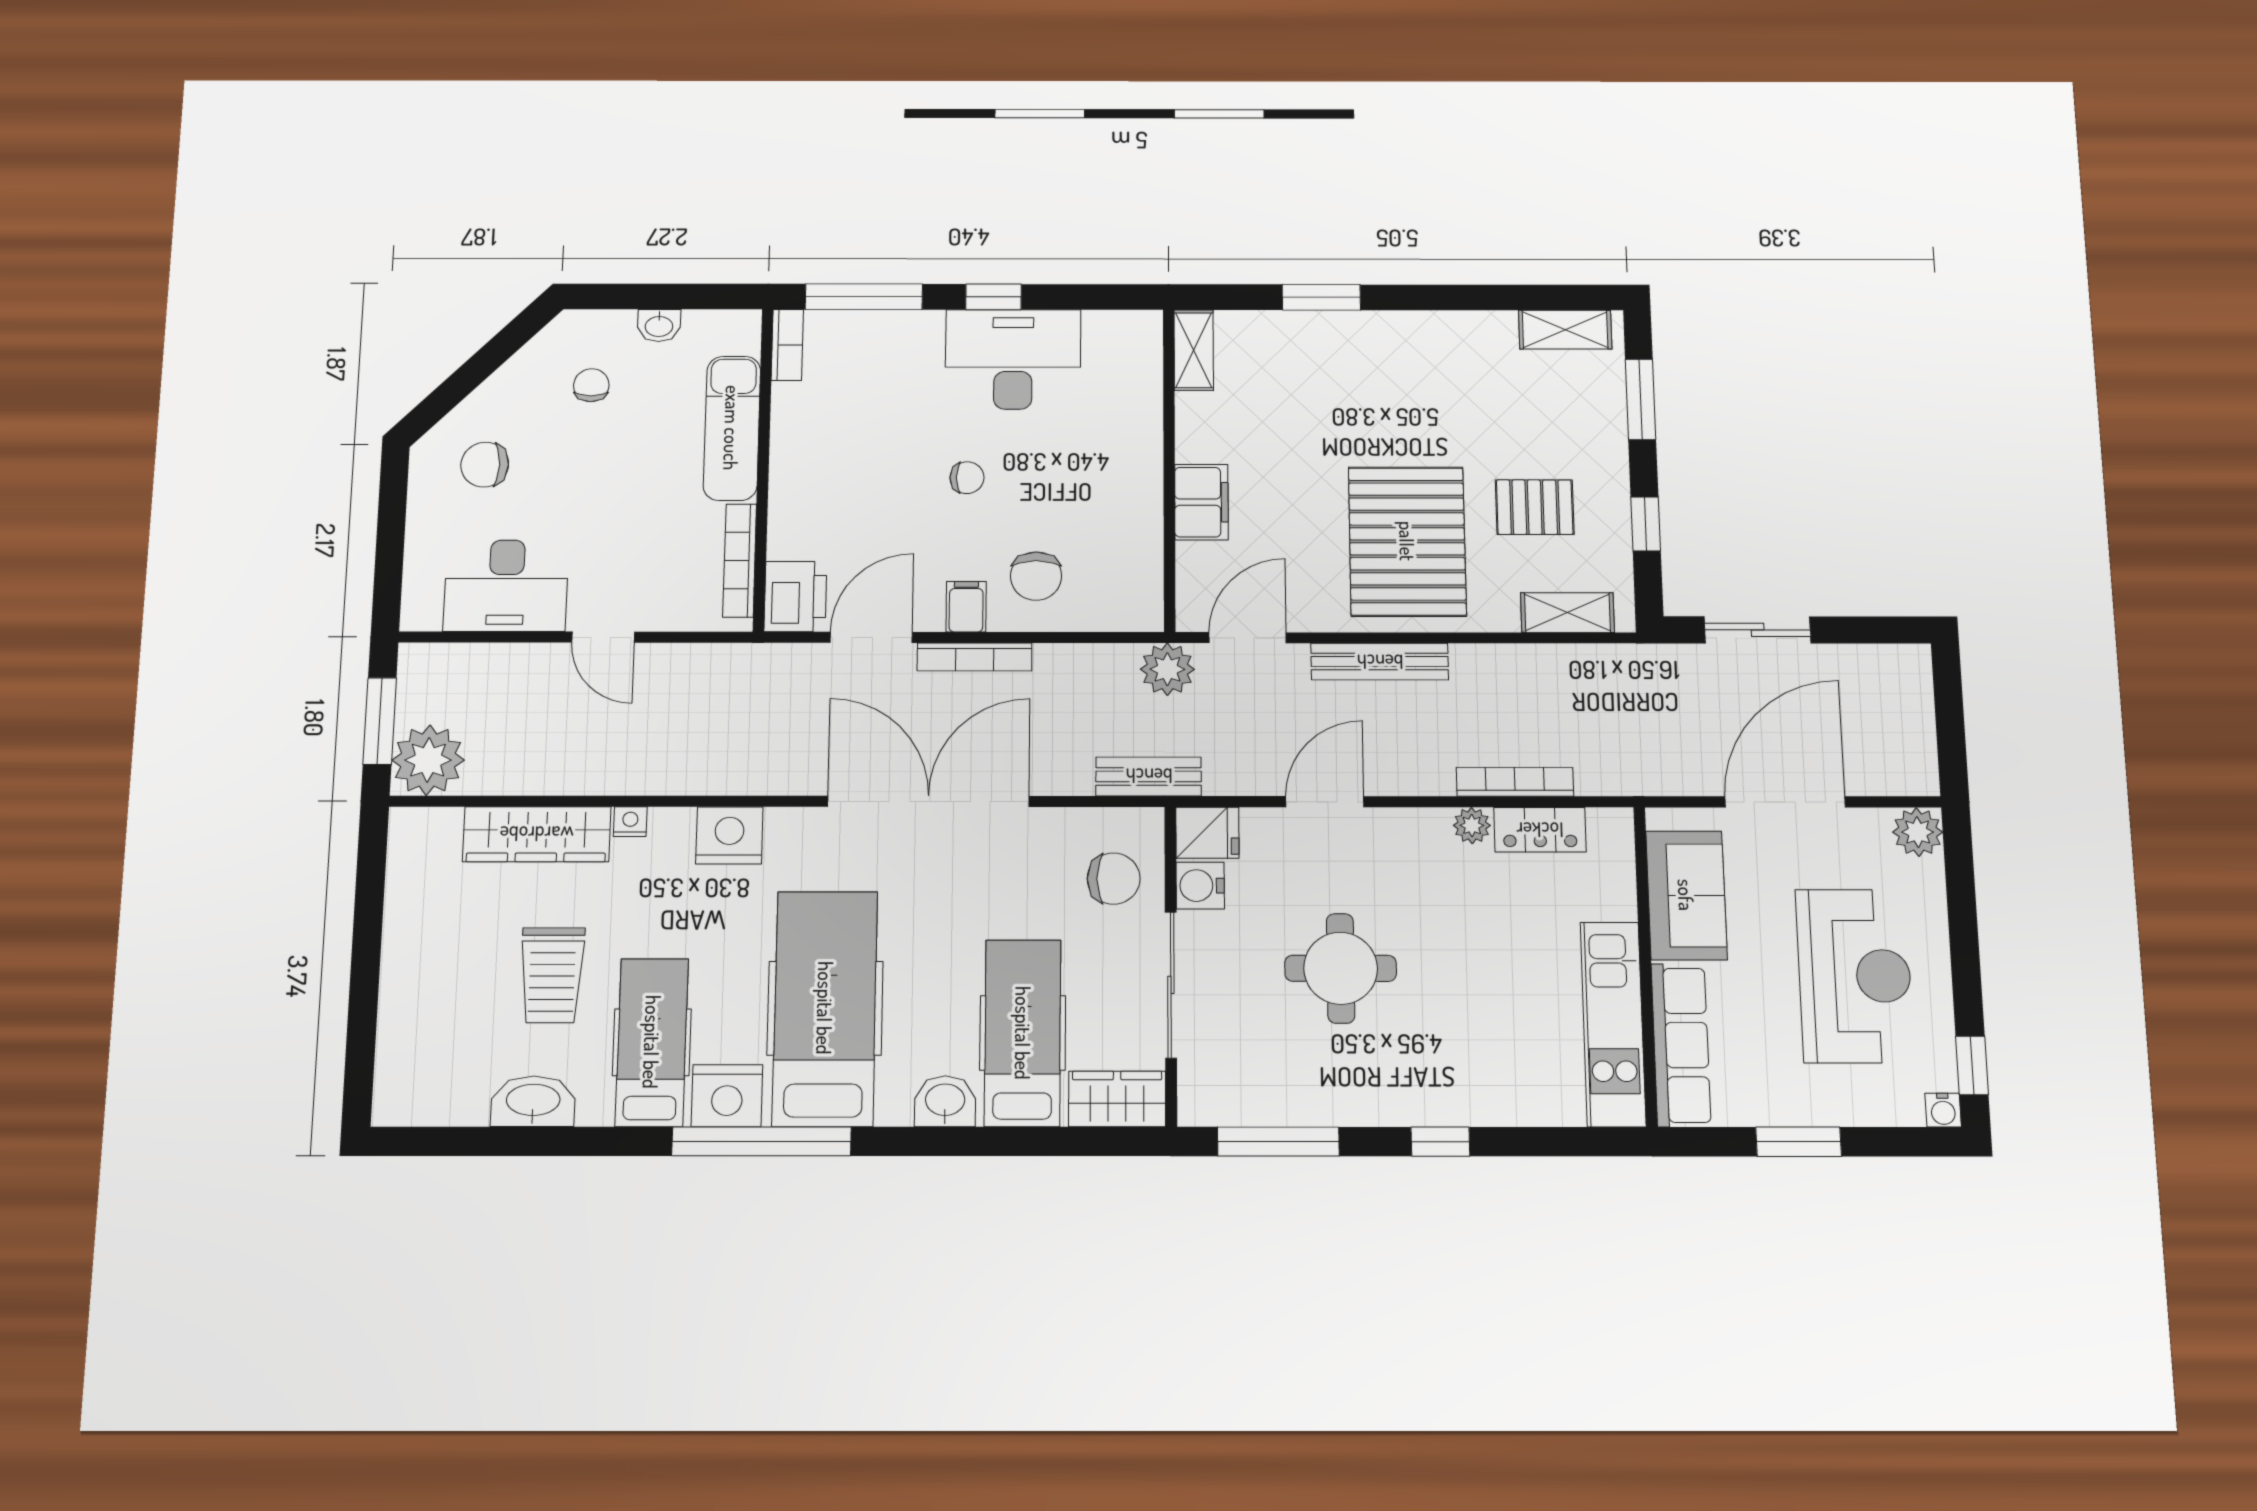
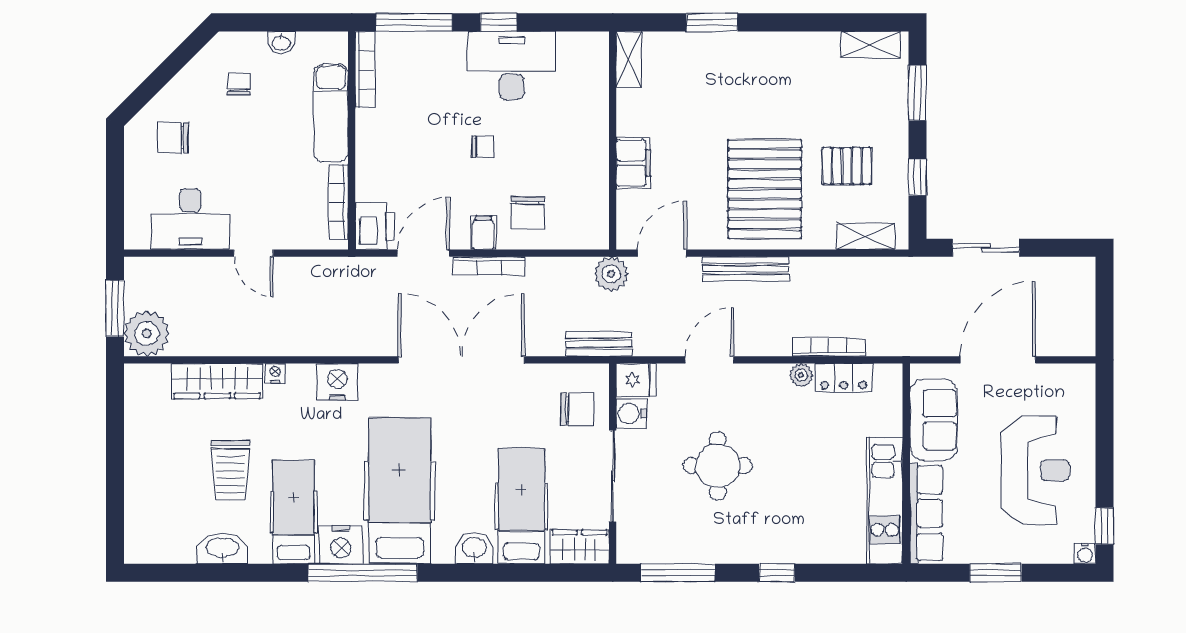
bookcase: (787, 345) -> (365, 70), width x1.56
plant: (1918, 832) -> (1080, 379), removed

